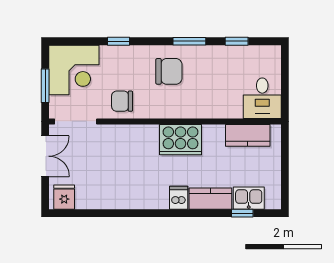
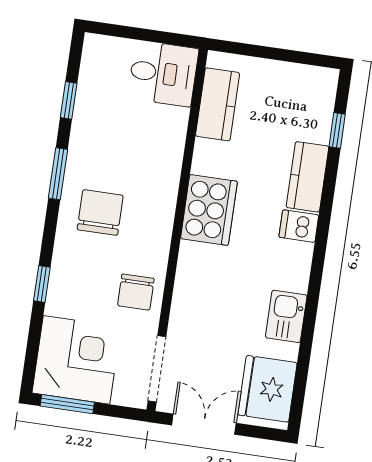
window: (45, 86) -> (67, 404), moved
fridge: (64, 197) -> (268, 389), width x1.88, depth x1.34
kitchen sink: (249, 198) -> (286, 316), moved

